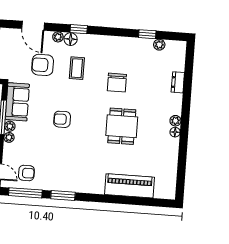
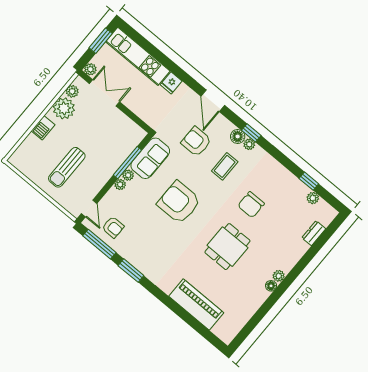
plant: (58, 37) -> (249, 144), moved
dresser: (178, 82) -> (314, 233), moved
armchair: (62, 119) -> (179, 202), width x1.88, depth x1.88

